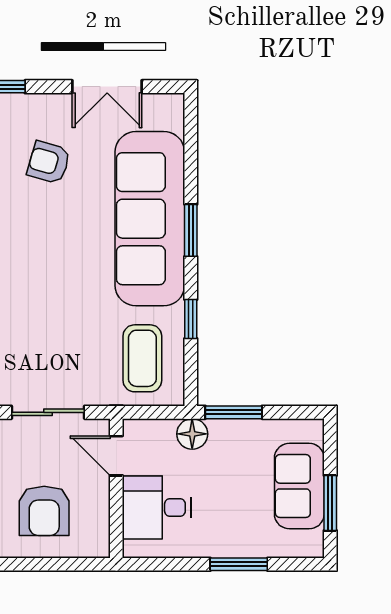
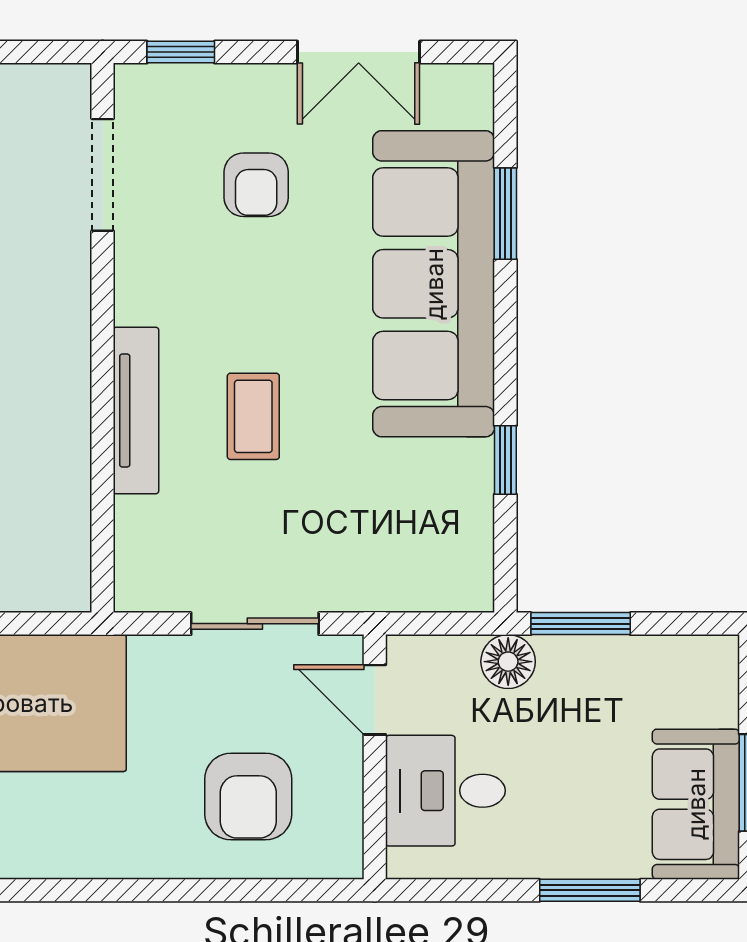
armchair: (49, 162) -> (256, 185), turned -106
window: (191, 230) -> (505, 214), moved
coffee table: (142, 358) -> (253, 416), moved, width x0.73, depth x0.77
sofa: (299, 486) -> (696, 804), moved

